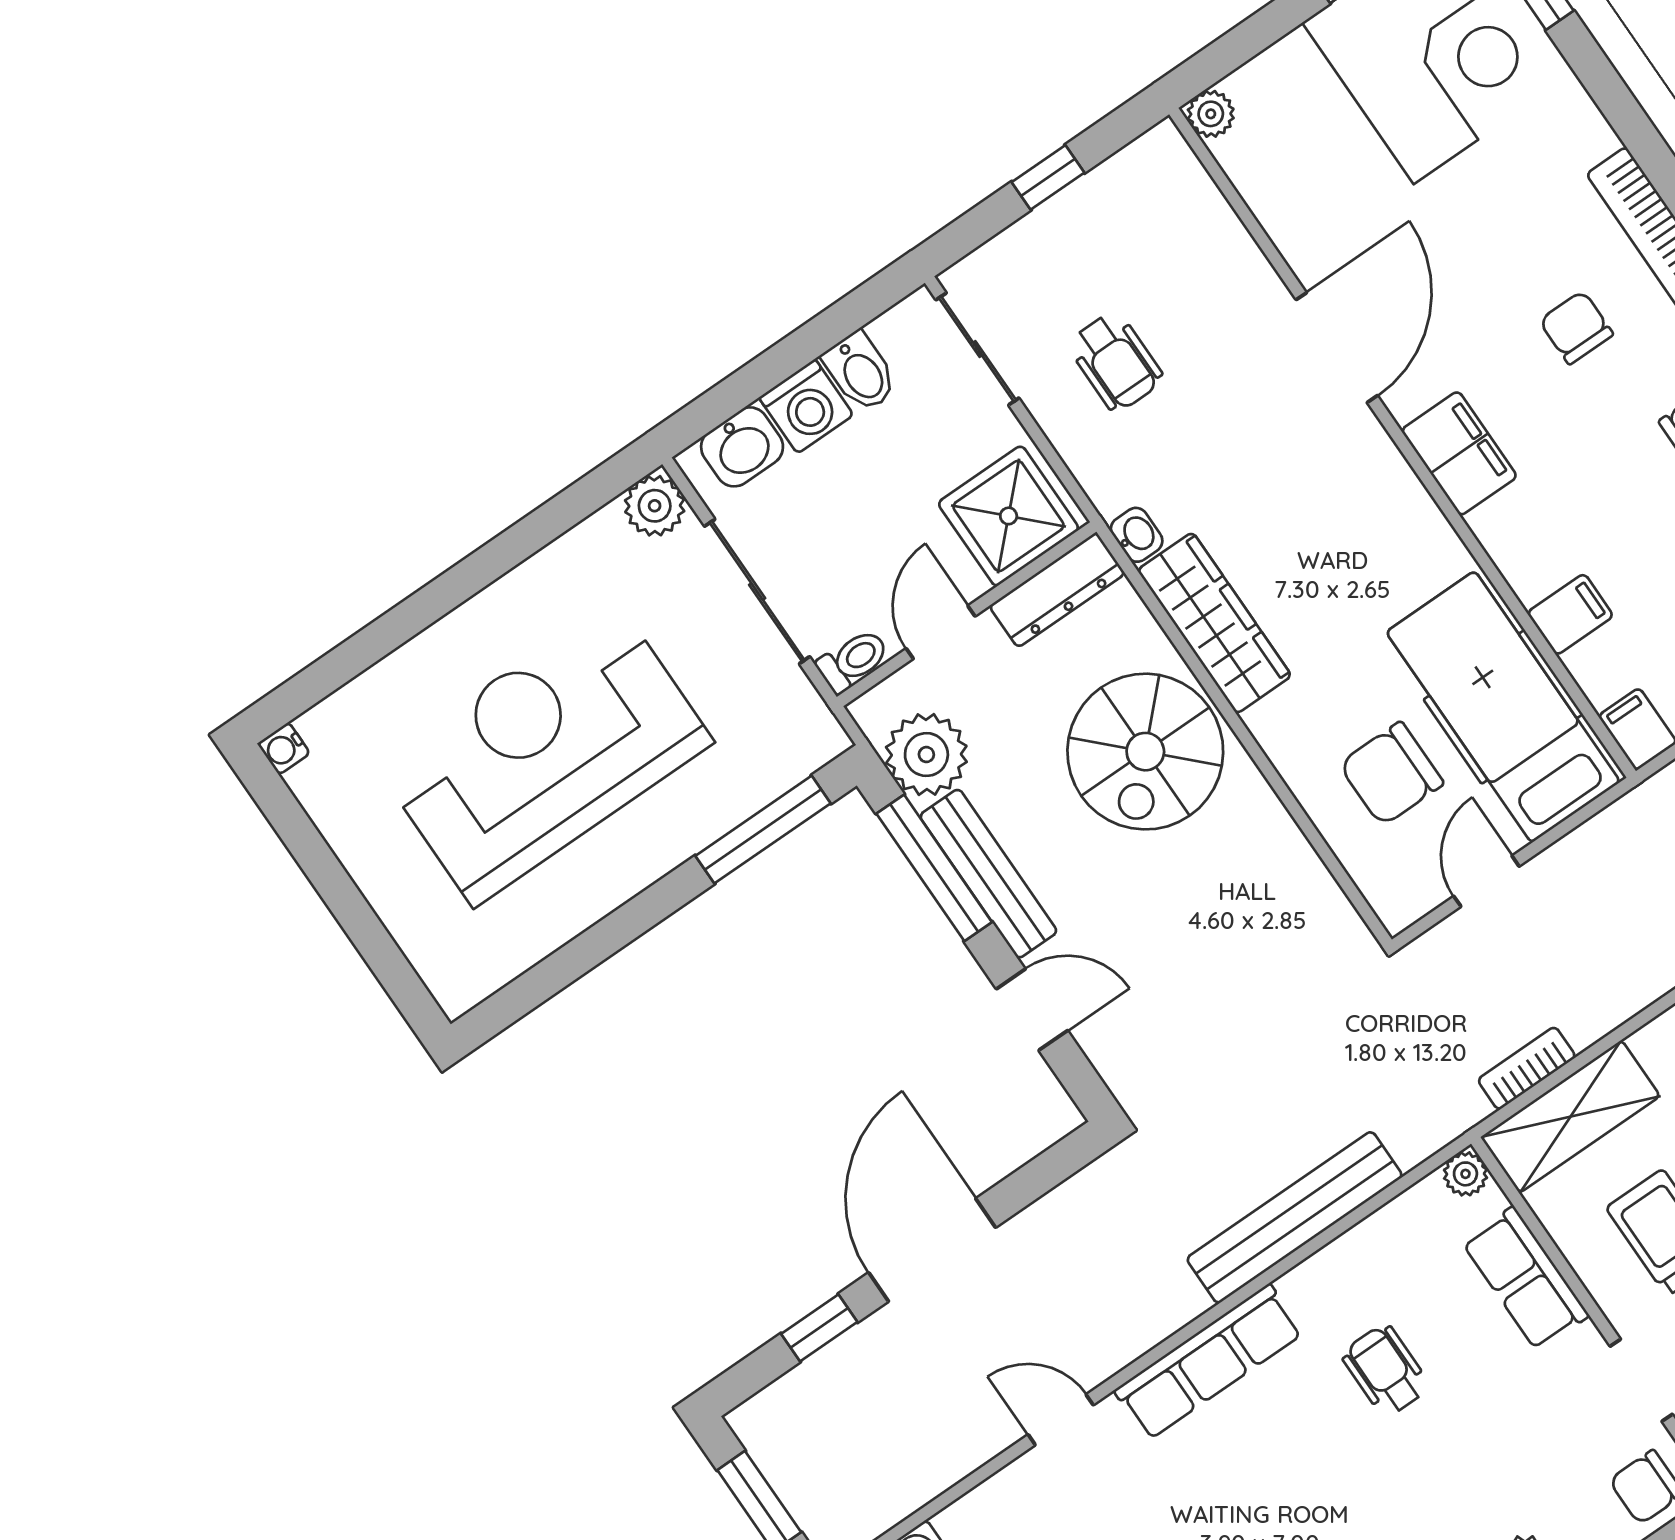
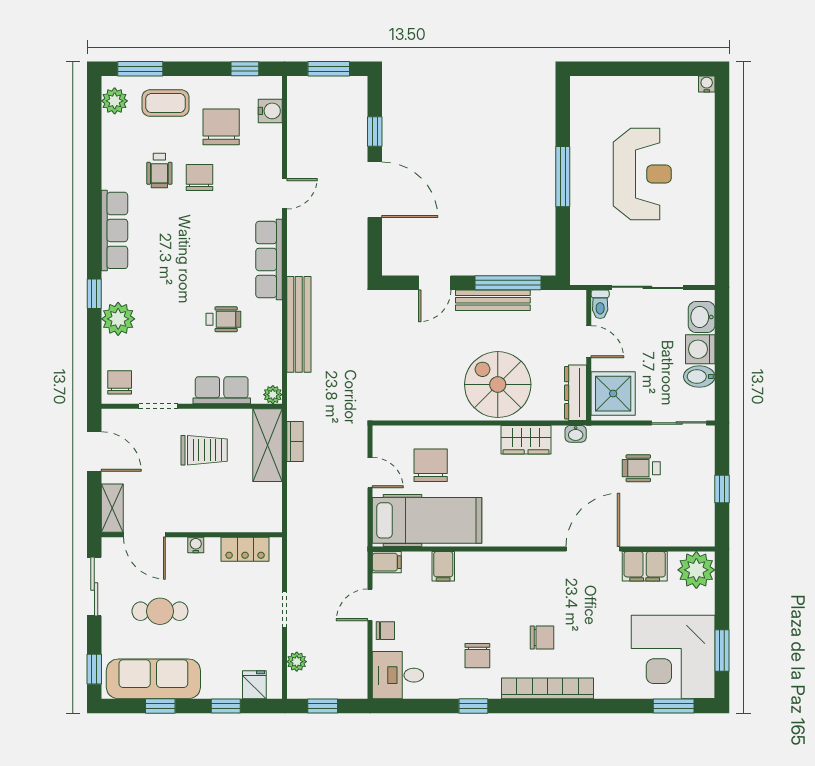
plant: (1211, 114) -> (696, 570), width x1.88, depth x1.88
door: (1337, 348) -> (593, 549), swing flipped
filing cabinet: (1459, 453) -> (645, 566), moved
plant: (655, 506) -> (702, 272), removed
wardrobe: (1214, 623) -> (526, 440), width x0.67
reception desk: (544, 753) -> (642, 174), width x0.74, depth x0.77
plant: (926, 755) -> (550, 307), removed
window: (763, 830) -> (563, 177), moved

